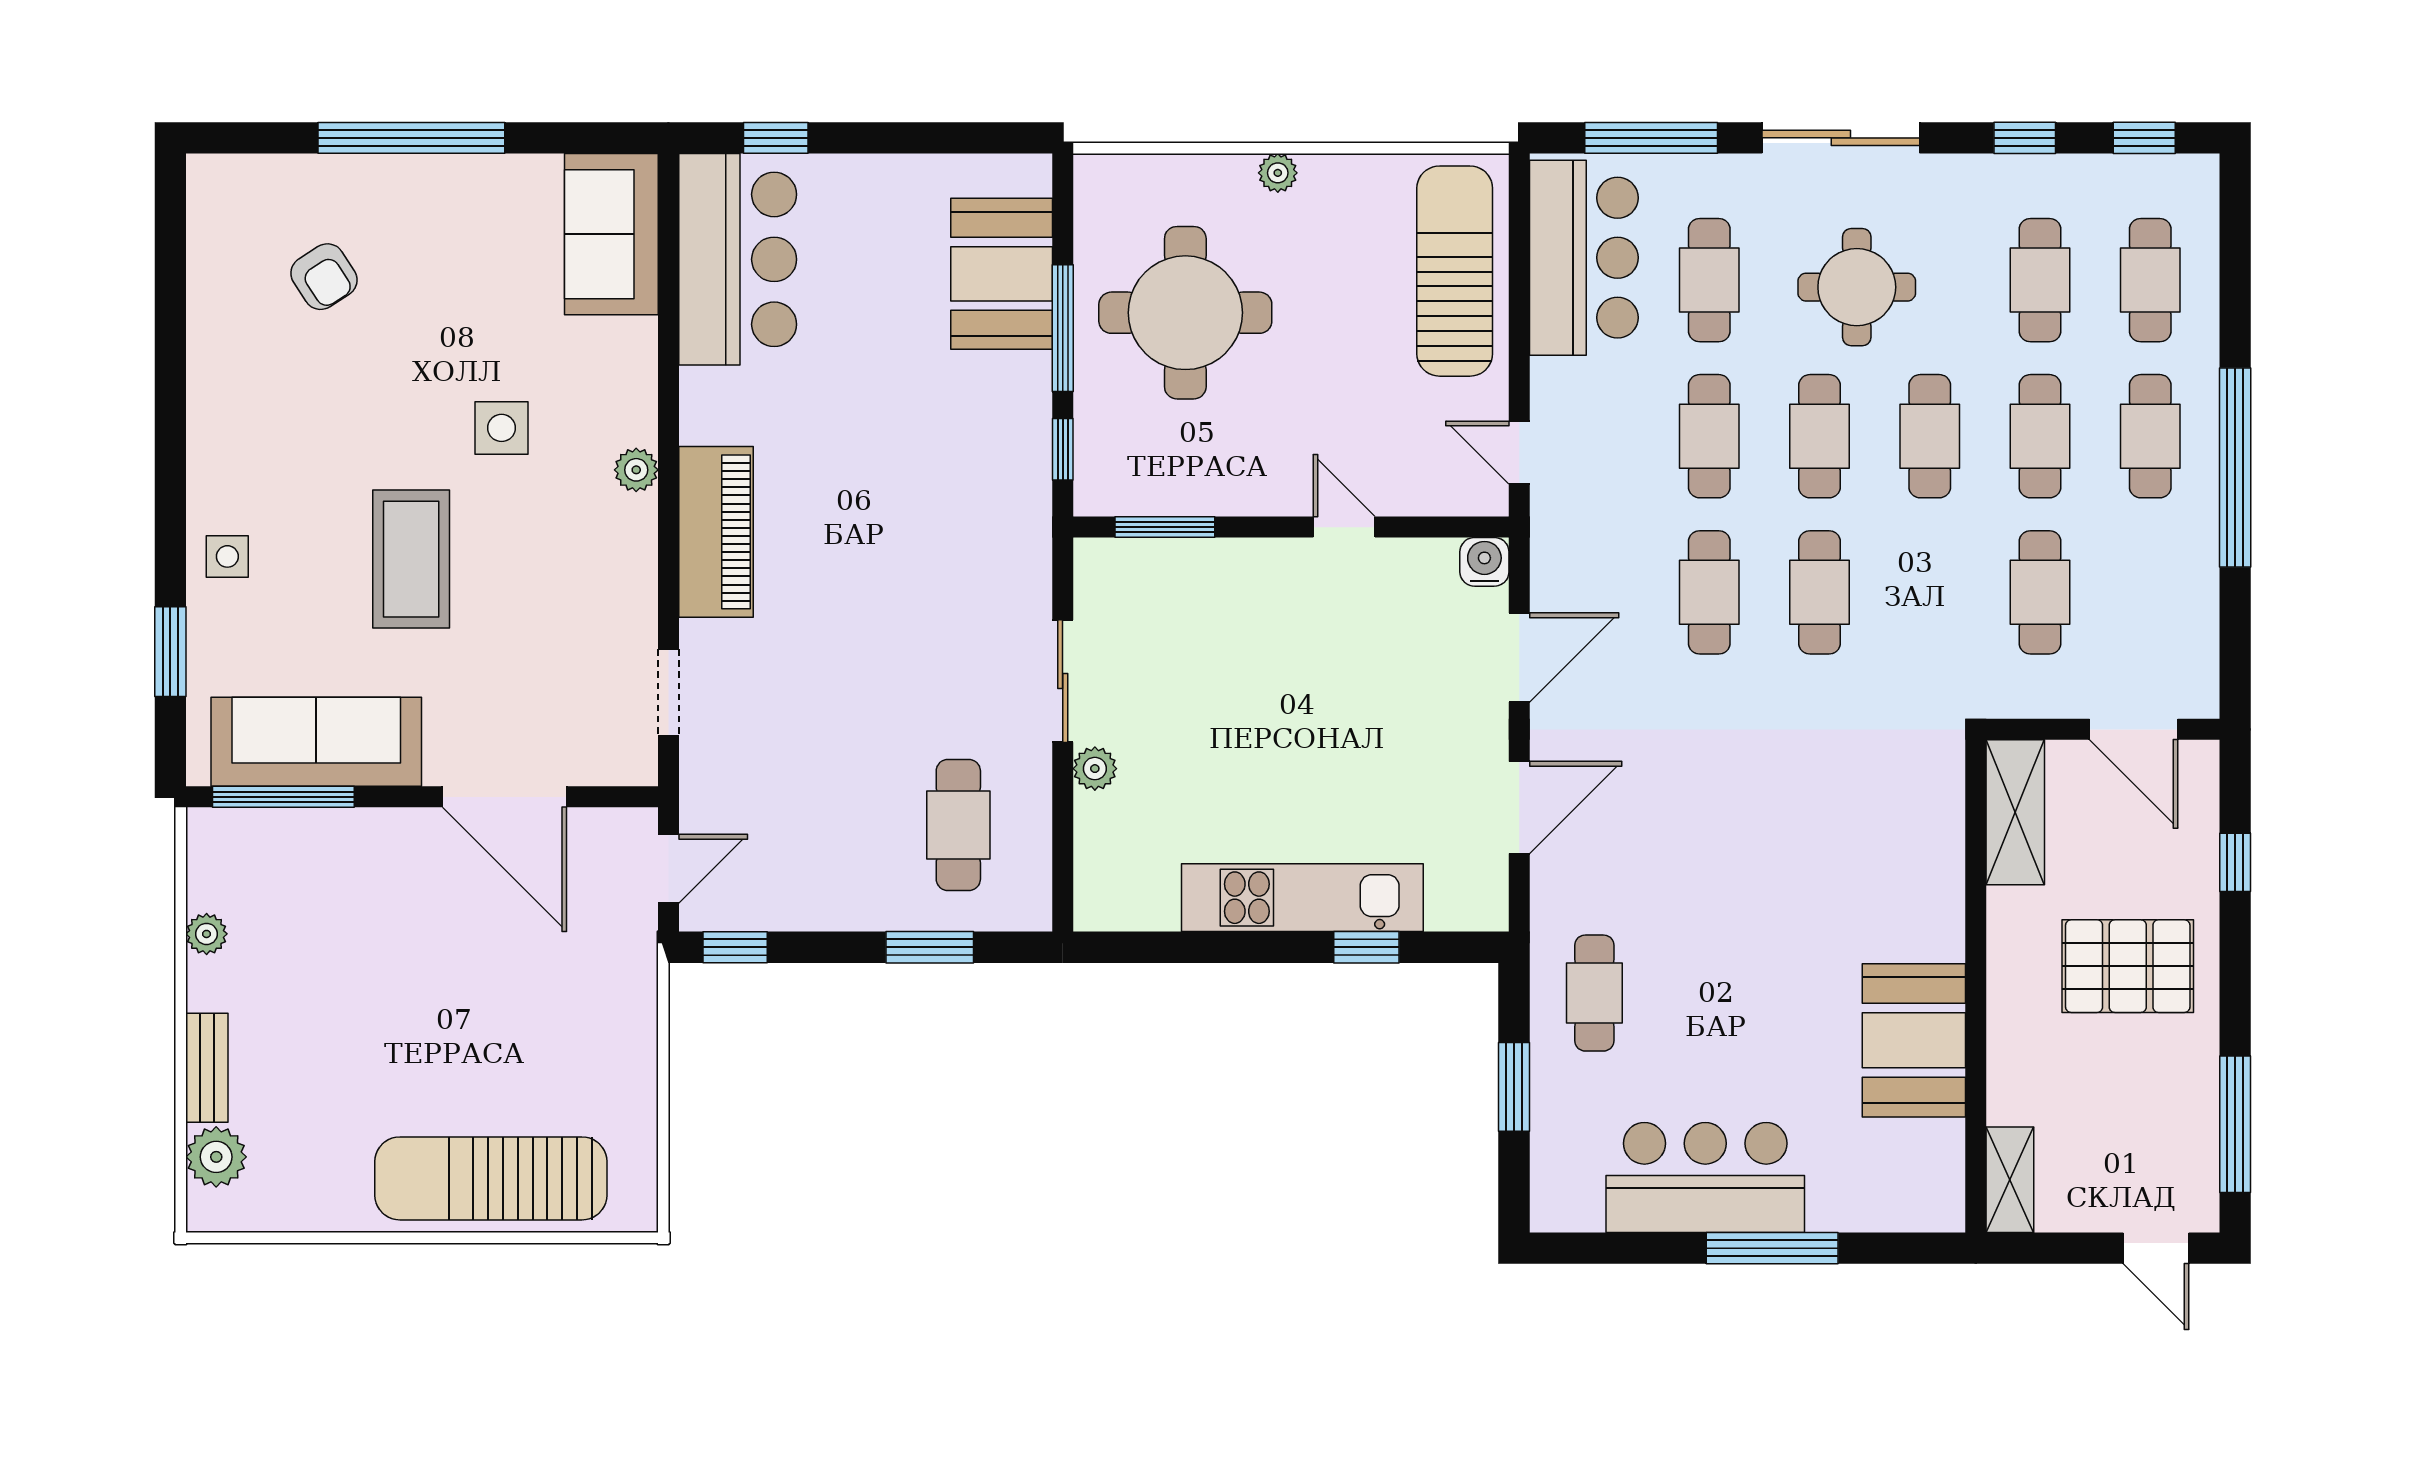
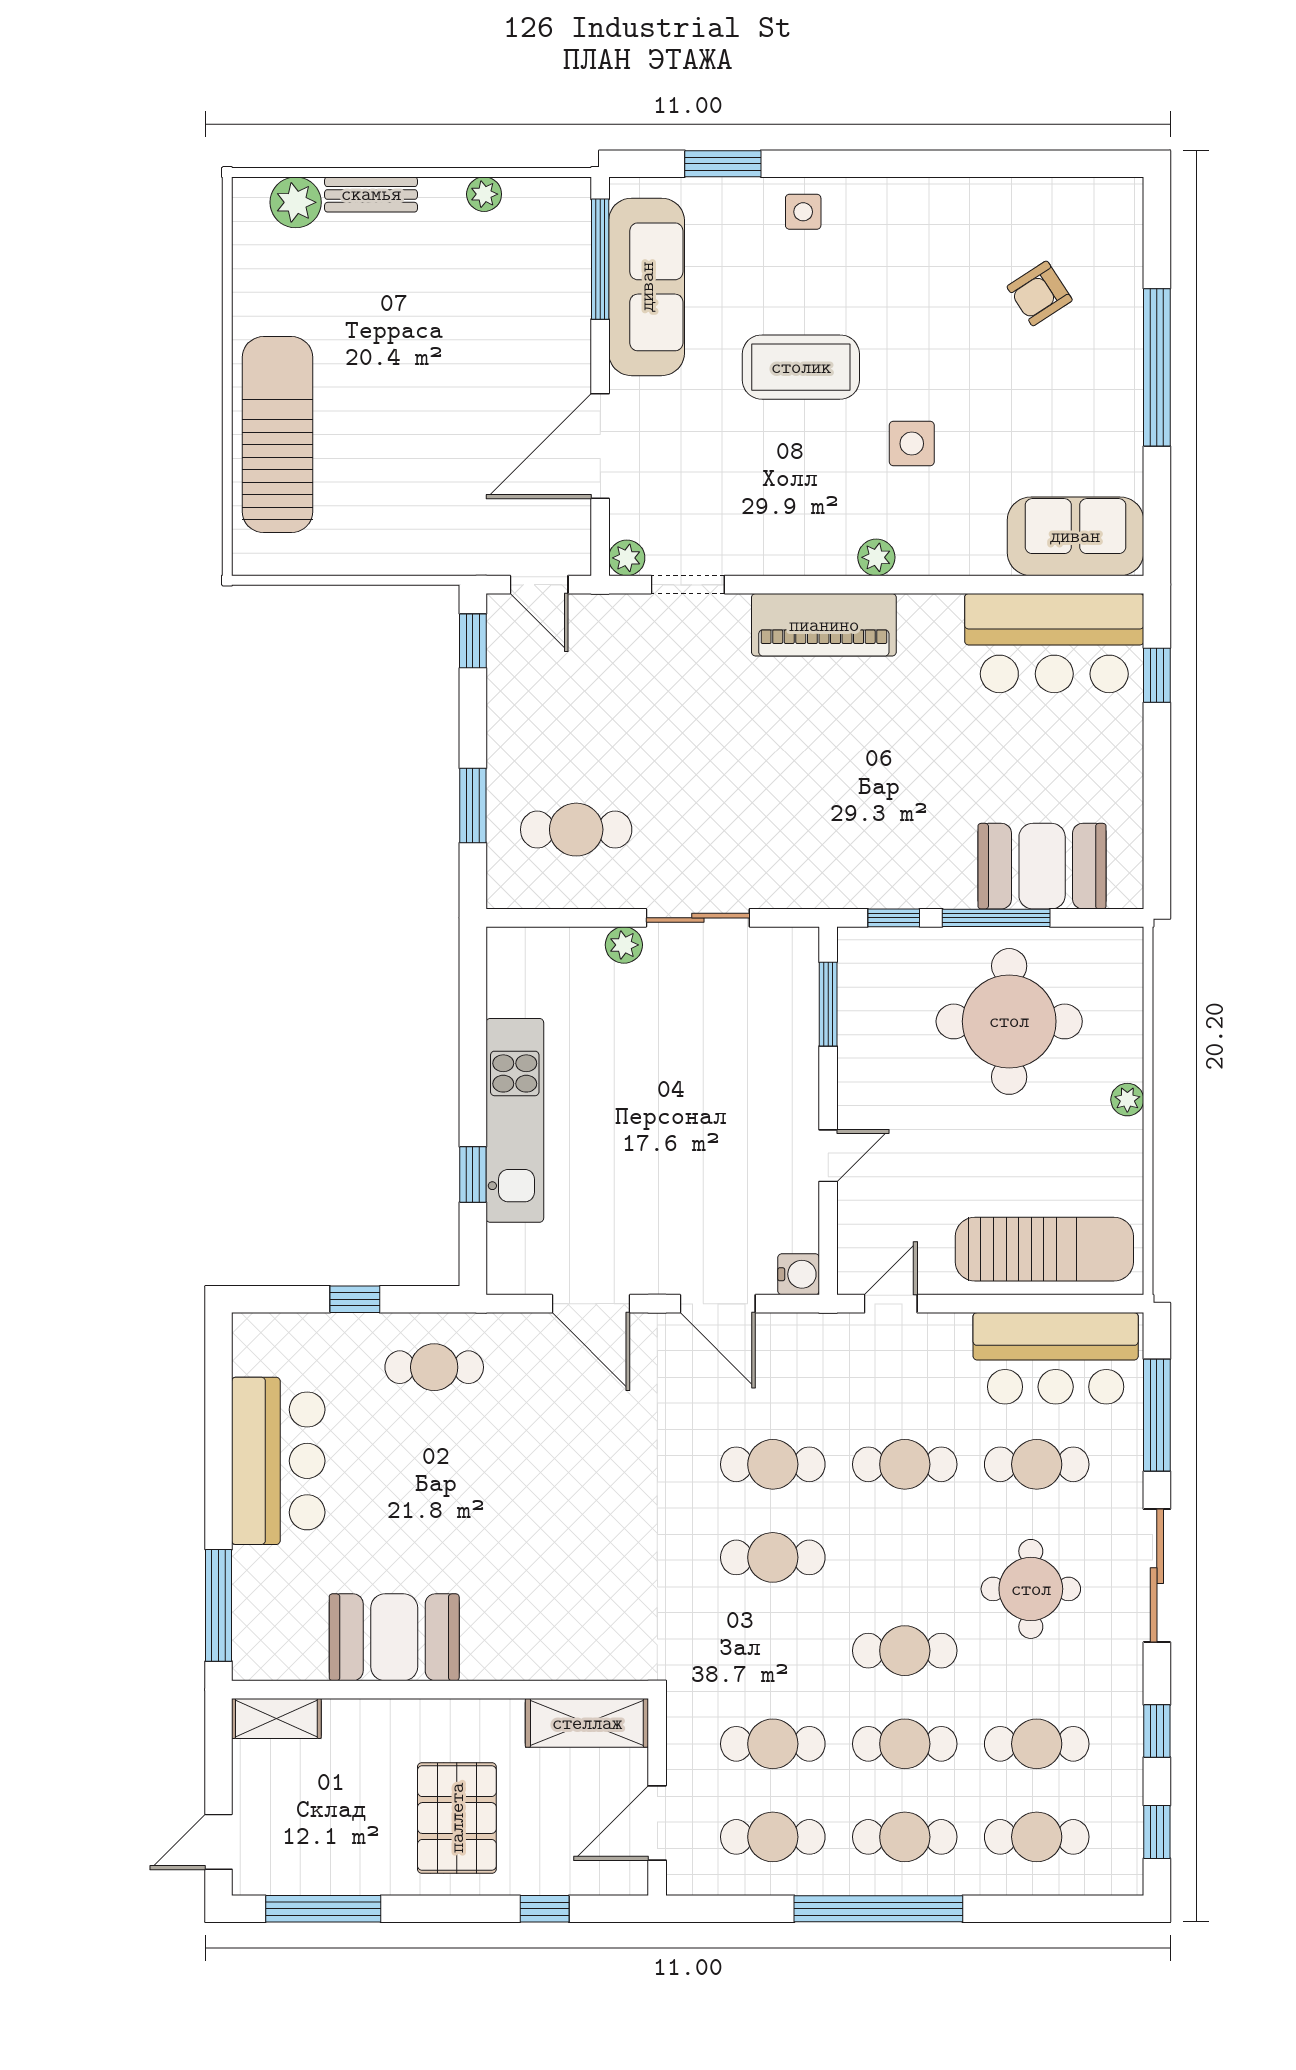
cafe table: (1819, 436) -> (773, 1837), moved
plant: (637, 765) -> (627, 558), added
window: (1514, 1087) -> (355, 1299), width x0.67
window: (1772, 1248) -> (219, 1605), moved

